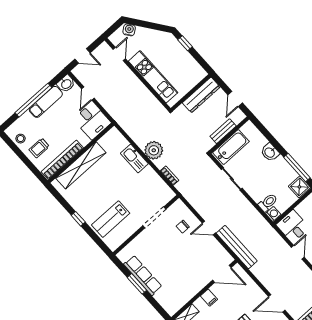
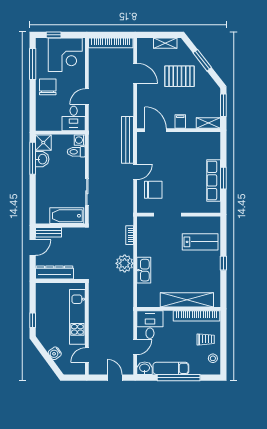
water cooler: (129, 30) -> (55, 353), moved
bench: (223, 131) -> (49, 232), moved
washbasin: (270, 152) -> (42, 159), moved
chair: (183, 227) -> (153, 190), width x1.87, depth x1.87
door: (209, 228) -> (135, 172), hinge flipped

